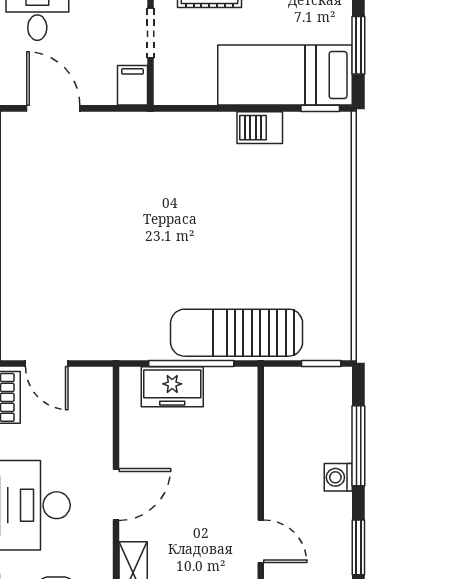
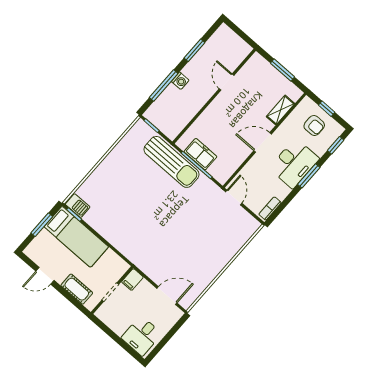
door: (53, 108) -> (167, 296), swing flipped
barbecue: (260, 128) -> (78, 206), moved
door: (47, 364) -> (234, 197), moved
freezer: (172, 387) -> (200, 154), moved

